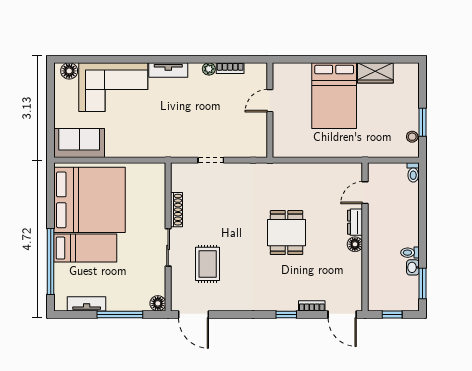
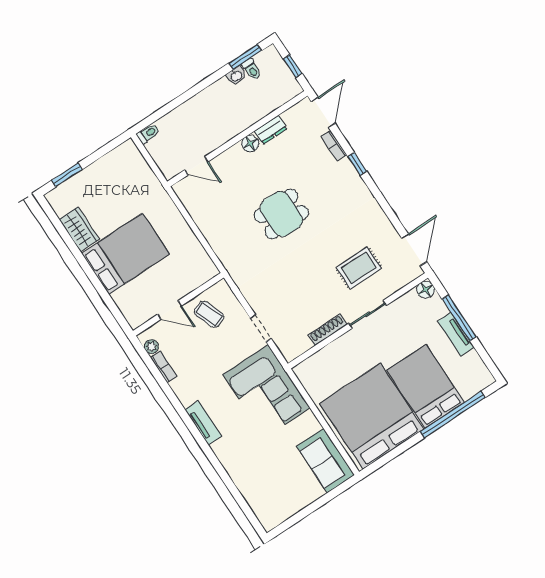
plant: (209, 69) -> (151, 347), moved
floor lamp: (69, 71) -> (265, 514), removed
corner sofa: (113, 87) -> (266, 391), moved, turned 180
window: (423, 122) -> (67, 175), moved
coffee table: (247, 128) -> (209, 314), added
stool: (412, 137) -> (116, 156), removed
dresser: (355, 222) -> (271, 130), moved
bed: (85, 248) -> (425, 386), width x1.50
toilet: (410, 253) -> (252, 69), moved
tv unit: (87, 304) -> (456, 334), moved

